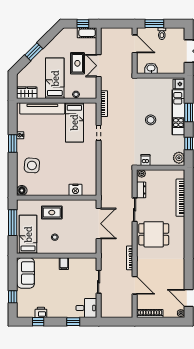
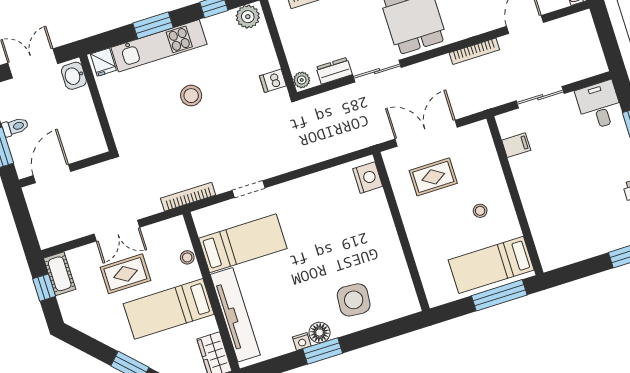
washbasin: (151, 68) -> (74, 76), moved
floor lamp: (22, 190) -> (320, 333), moved
nightstand: (75, 190) -> (368, 178), moved
rug: (52, 213) -> (433, 177), moved, turned 90
window: (13, 223) -> (499, 295), moved
filing cabinet: (64, 264) -> (516, 145), moved
sofa: (26, 273) -> (568, 246), removed

